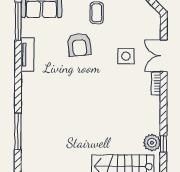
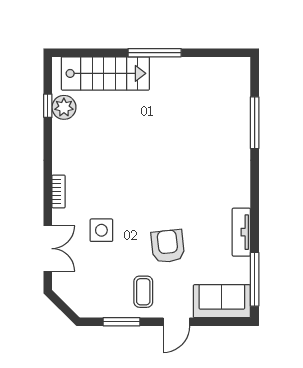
double door: (164, 56) -> (48, 249), moved

